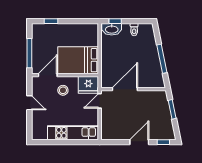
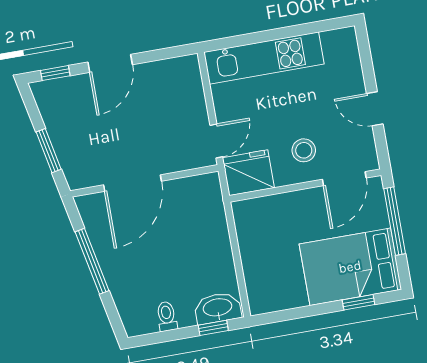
bed: (78, 60) -> (350, 267), moved, turned 180
door: (125, 89) -> (132, 183), moved

